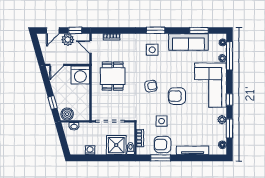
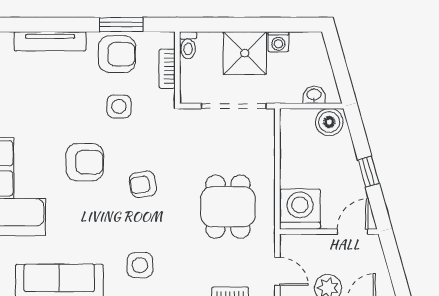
window: (53, 103) -> (369, 172), moved
shower: (116, 145) -> (245, 53), moved

